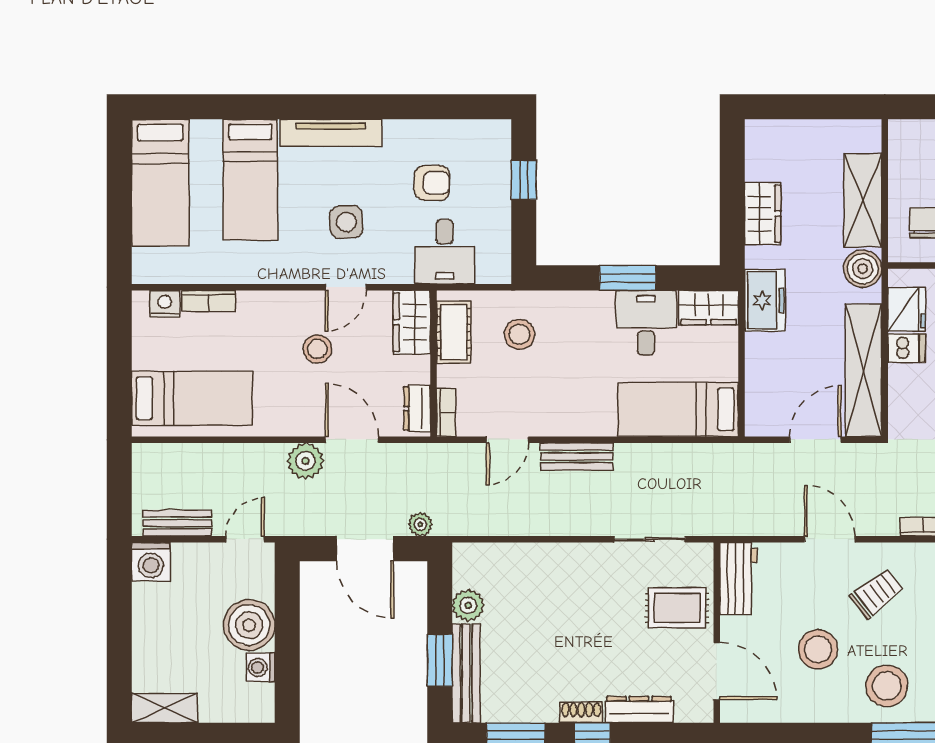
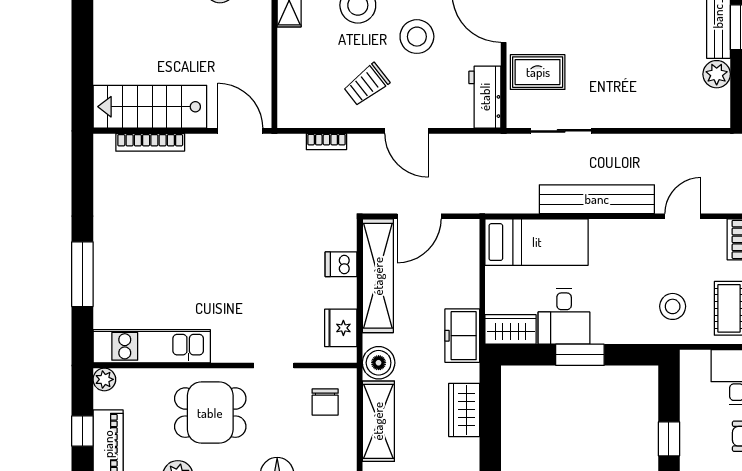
dishwasher: (906, 348) -> (341, 264), moved
bench: (577, 457) -> (597, 199), width x1.86, depth x1.21

